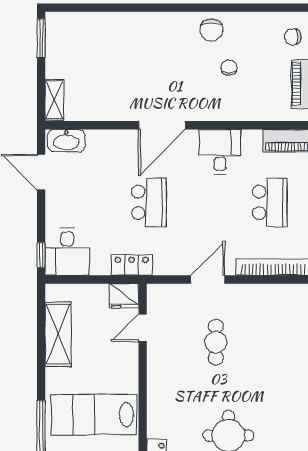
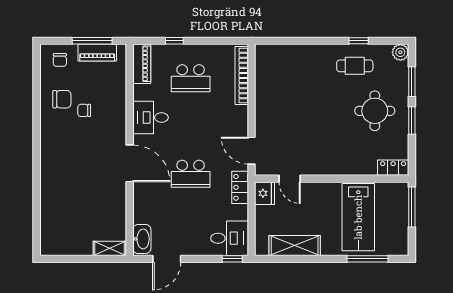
chair: (211, 30) -> (62, 99), moved
window: (41, 38) -> (61, 259), removed
school desk: (149, 202) -> (191, 174), turned 180
school desk: (270, 202) -> (191, 78), turned 180
door: (208, 279) -> (252, 151), moved
cafe table: (216, 342) -> (355, 66), moved

